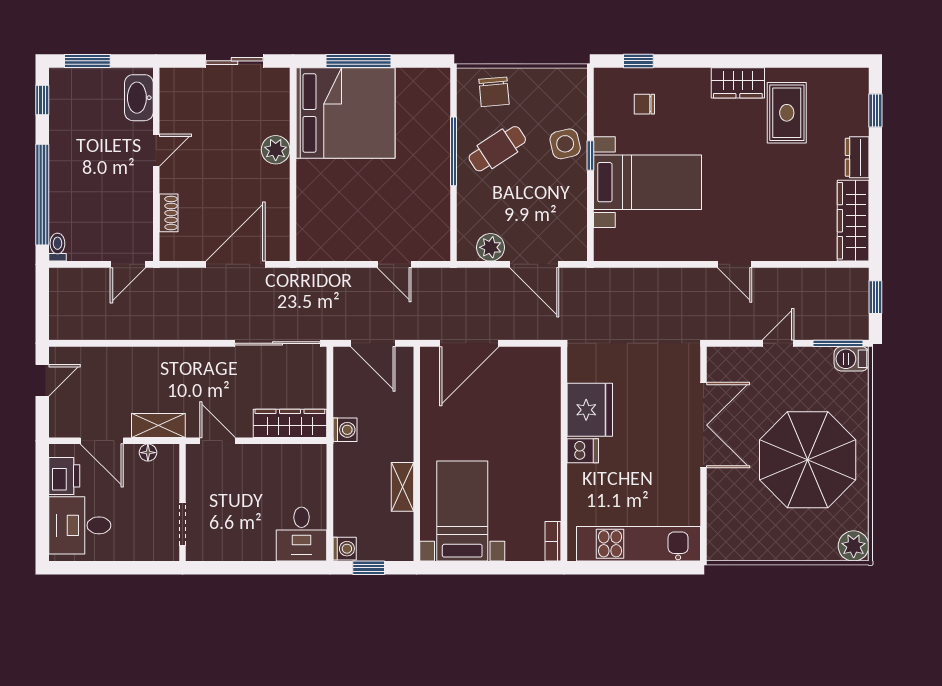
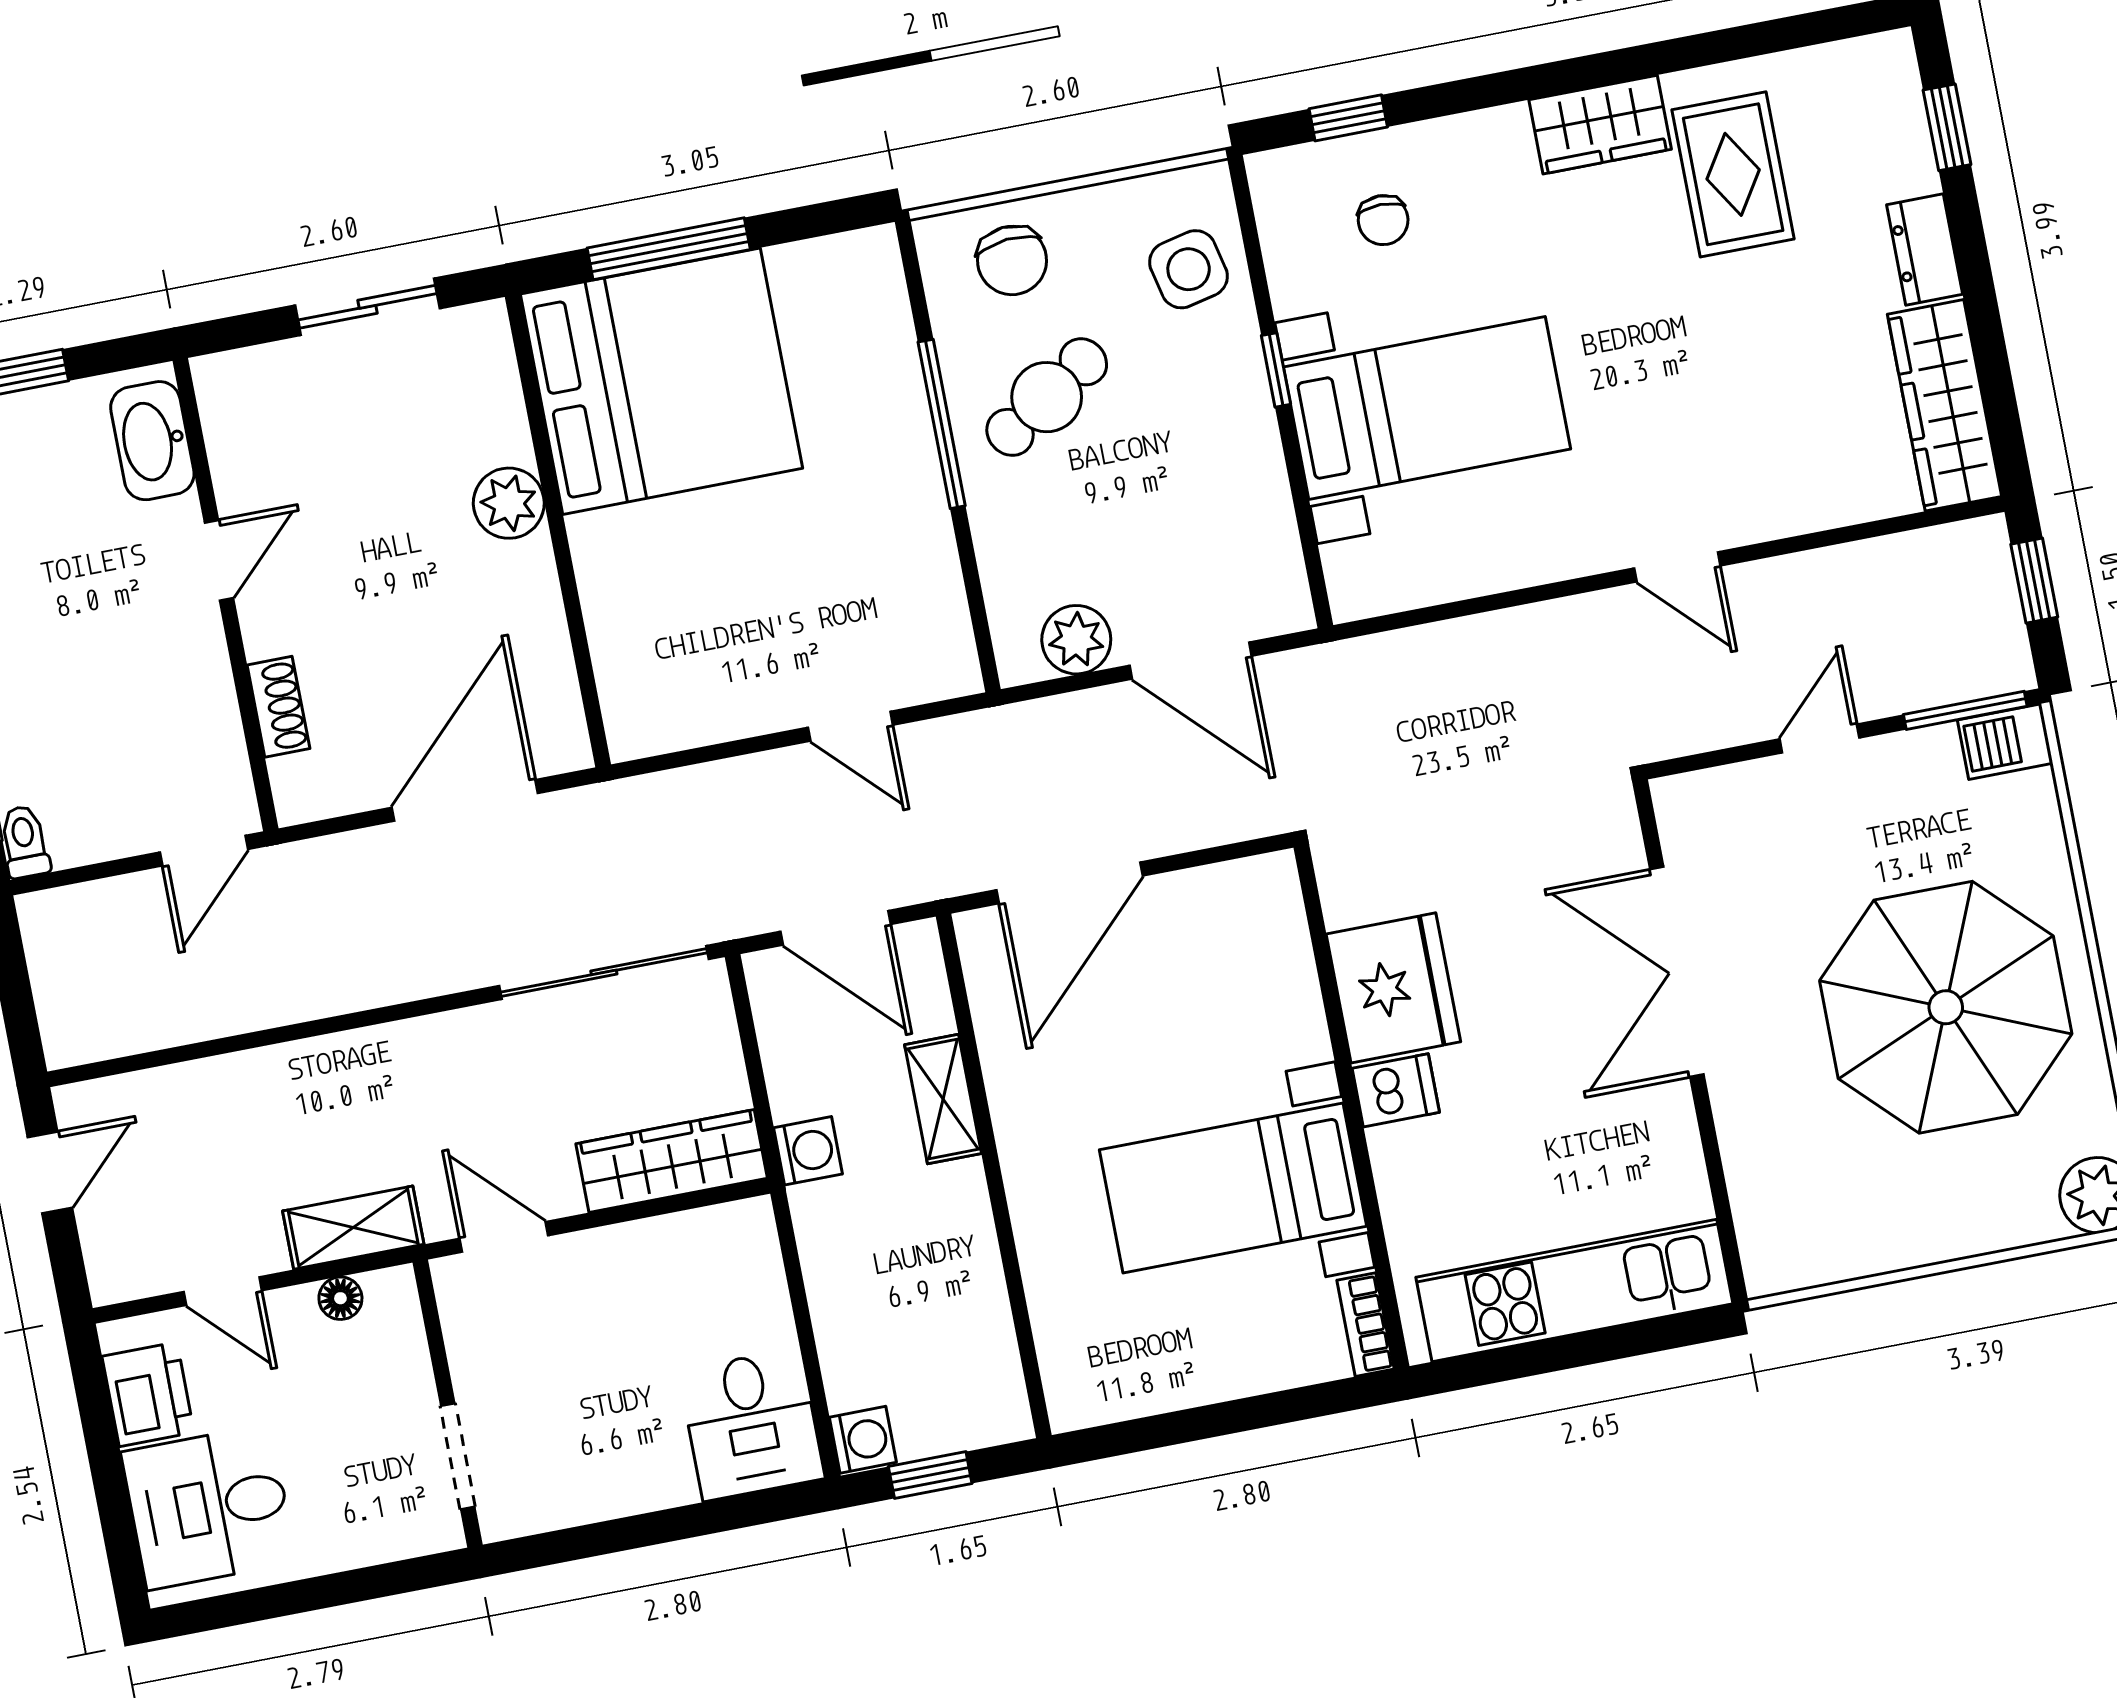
chair: (644, 104) -> (1383, 220), turned -90
side table: (565, 144) -> (1189, 269), moved
double door: (704, 425) -> (1677, 972), swing flipped
door: (102, 441) -> (223, 1291), width x0.73
shelving: (402, 487) -> (943, 1099), moved
bed with nightstands: (462, 511) -> (1233, 1188), moved, turned -90

